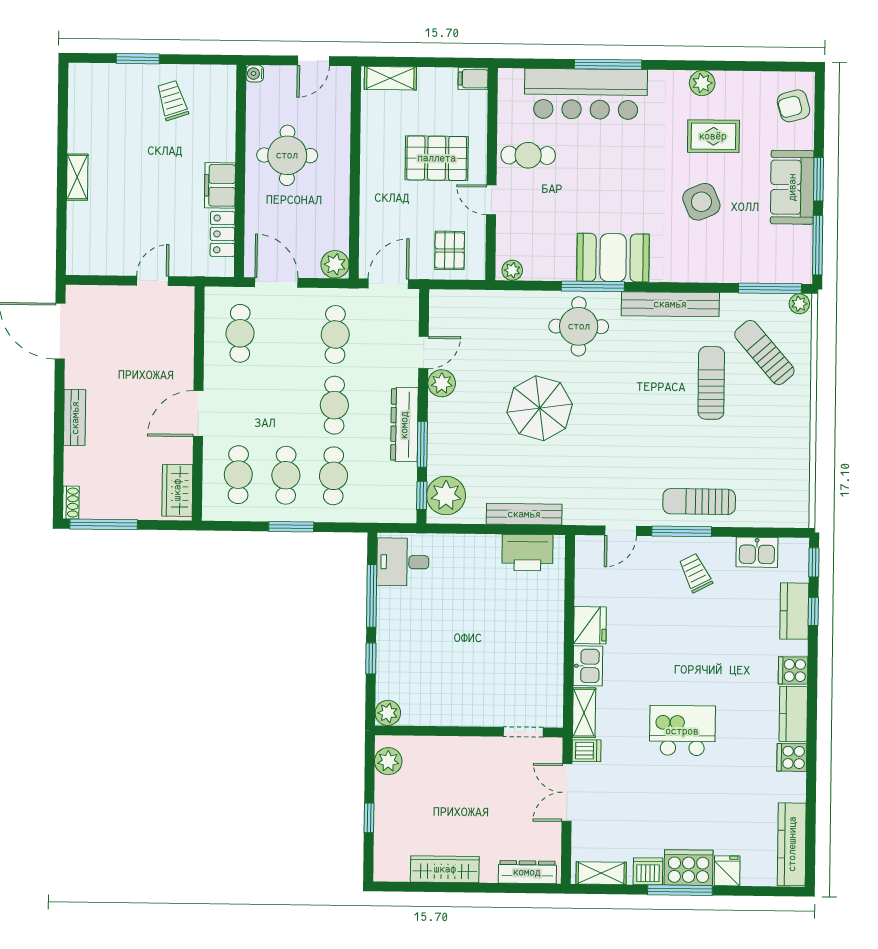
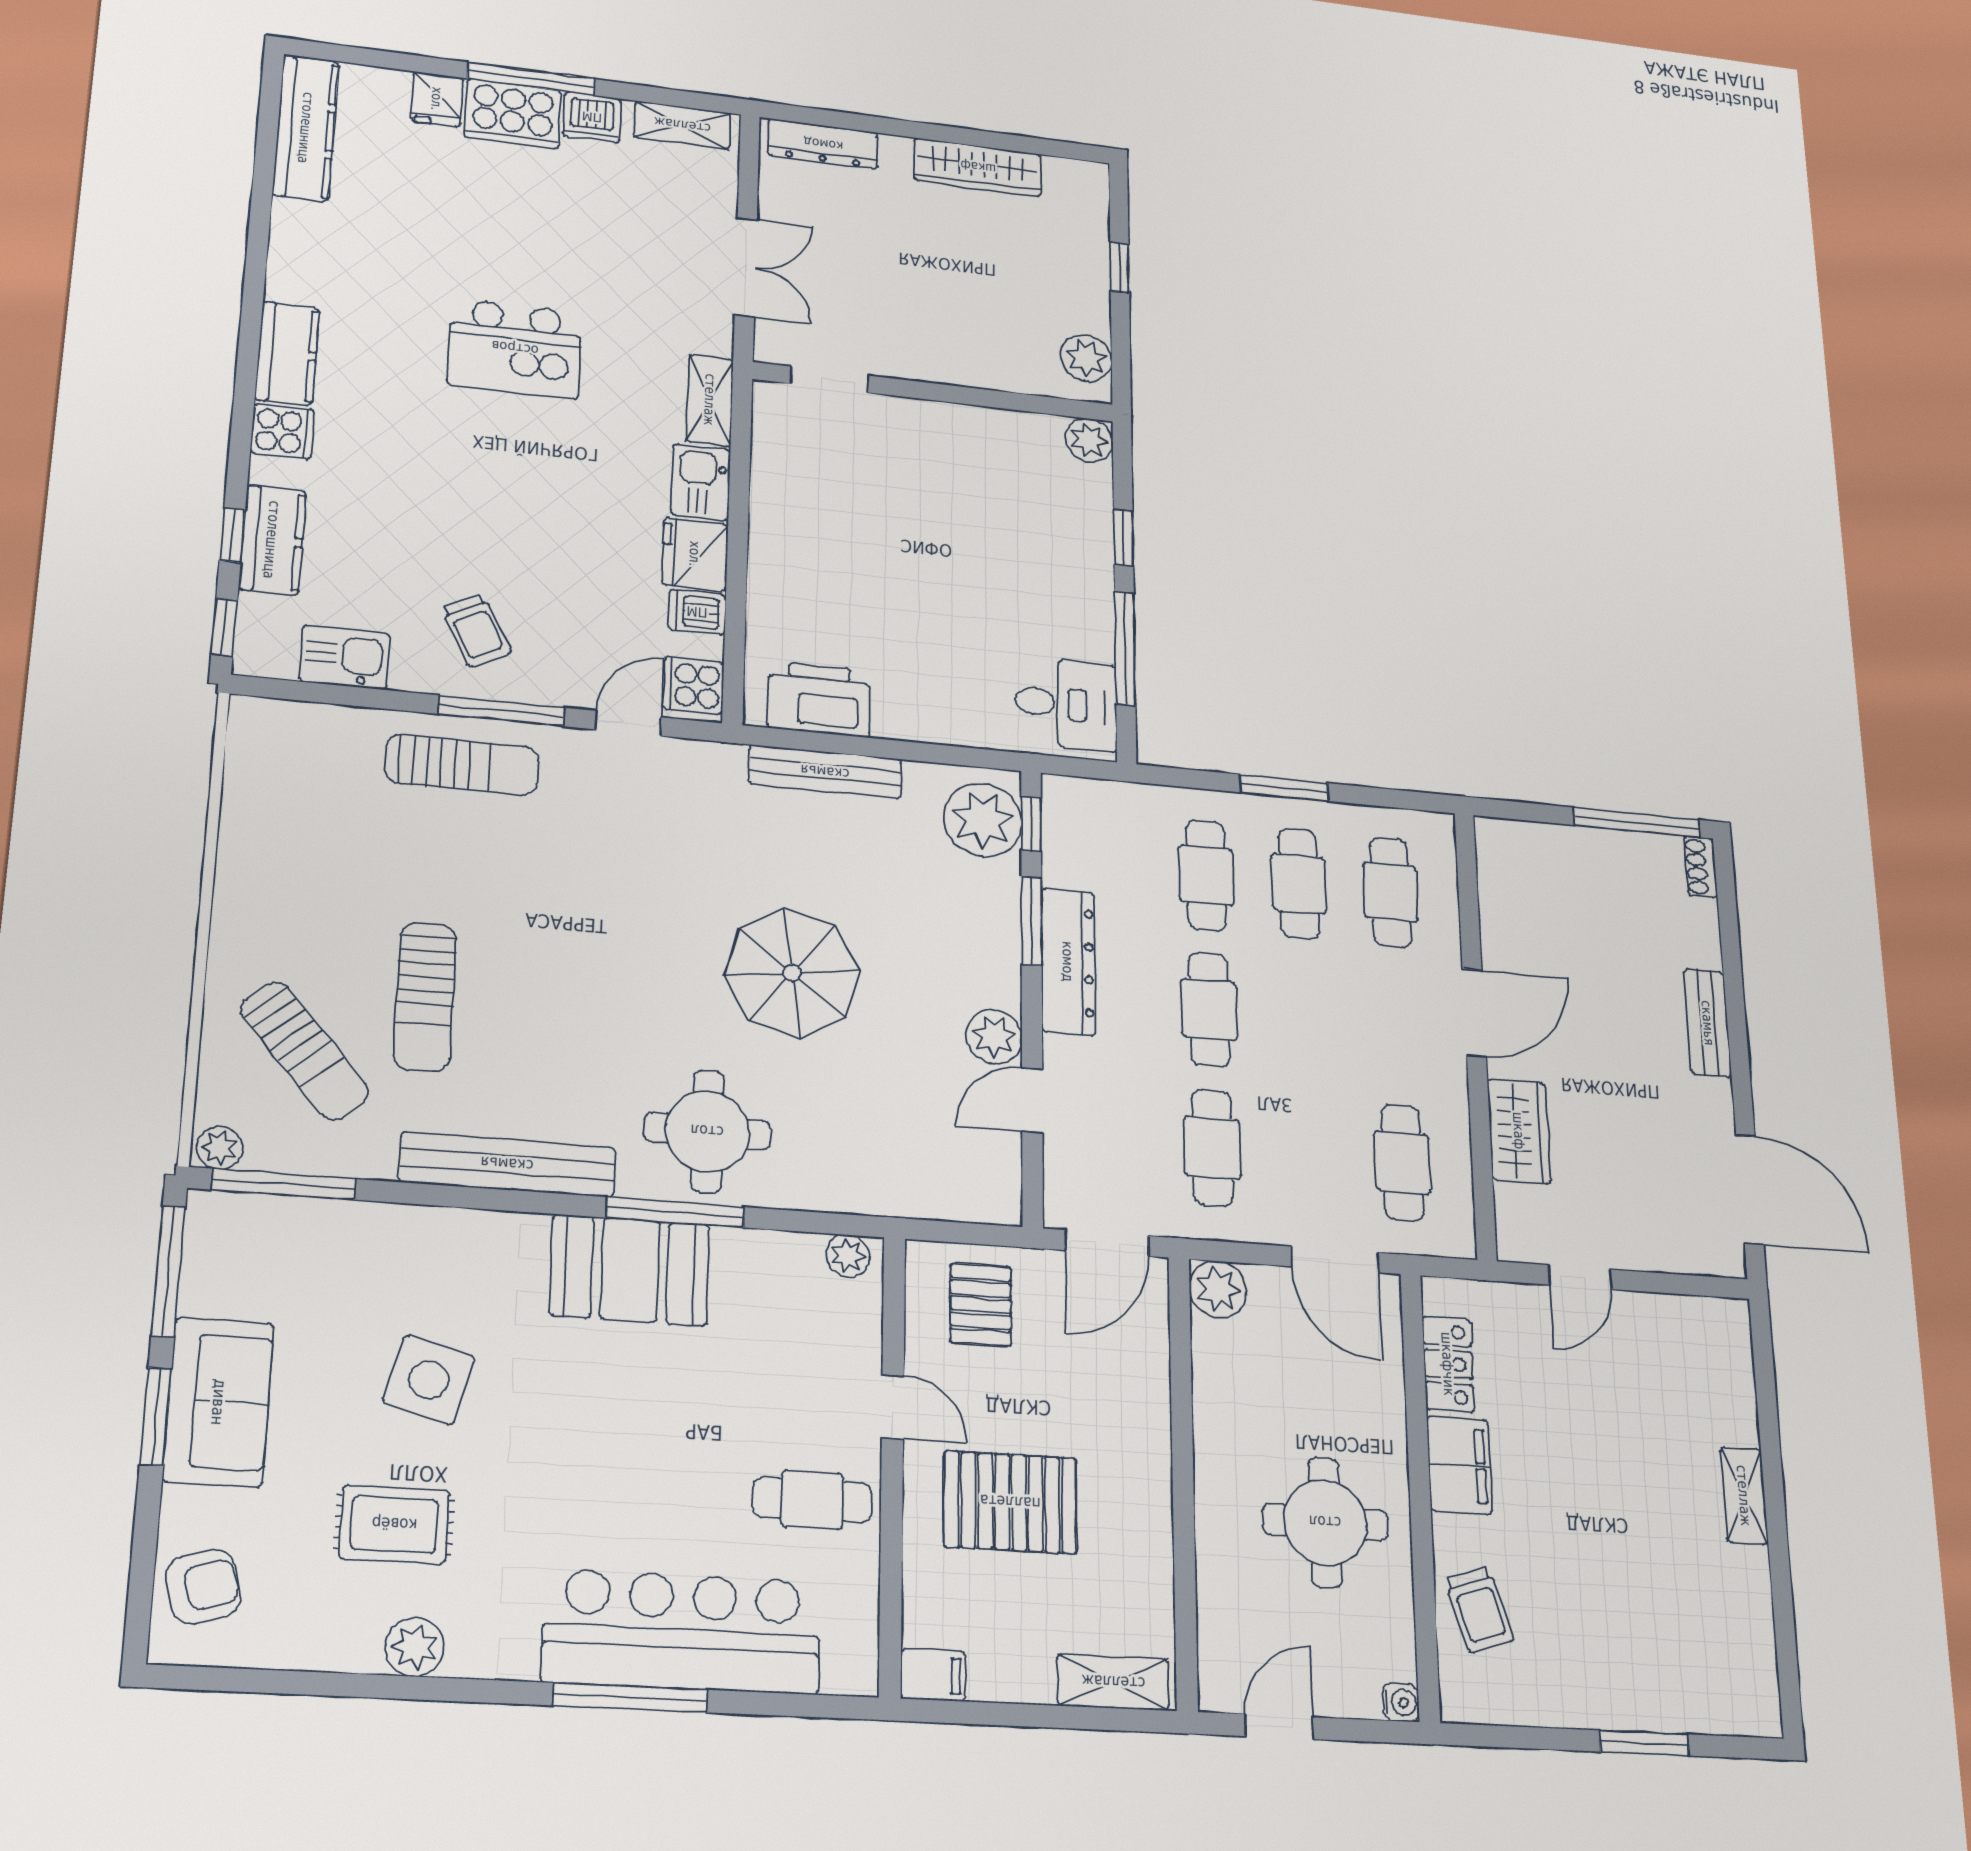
trolley: (172, 100) -> (1479, 1609), moved
side table: (701, 202) -> (429, 1380), turned 38
wardrobe: (177, 490) -> (1519, 1131), moved
dishwasher: (587, 751) -> (697, 612), moved
cooker: (792, 757) -> (693, 686), moved, turned 180

